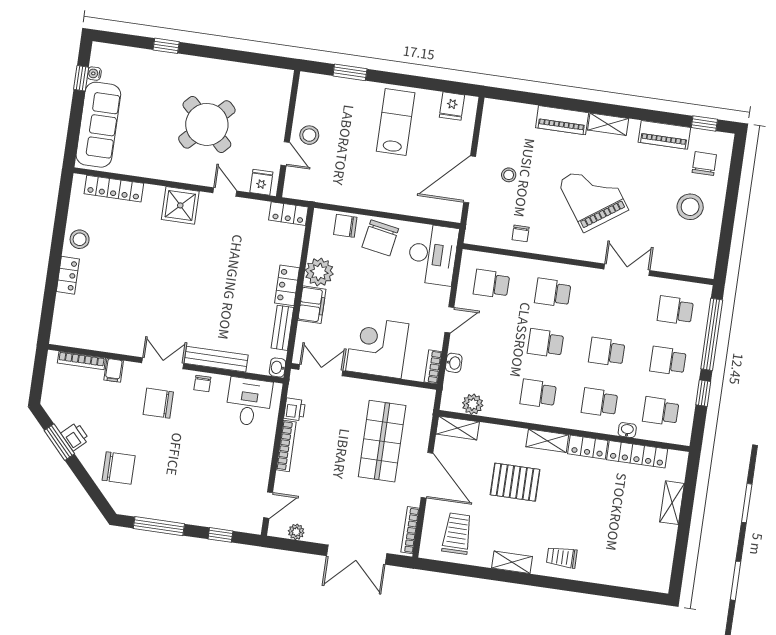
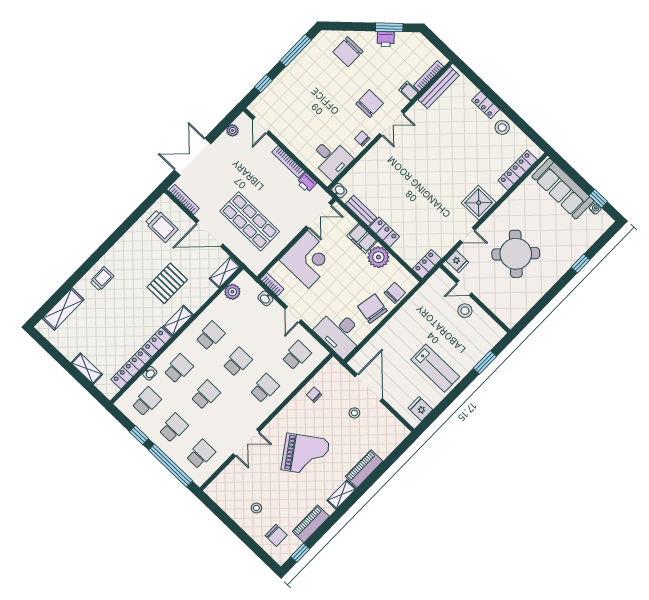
stool: (690, 207) -> (256, 508), width x0.53, depth x0.53
bench: (216, 359) -> (439, 87), moved
shelving: (512, 562) -> (63, 309), moved, width x1.50, depth x1.33

